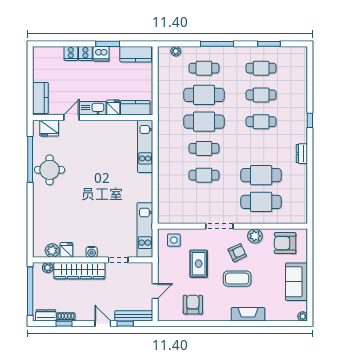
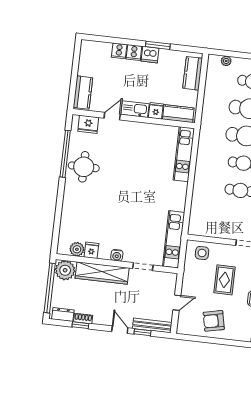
kitchen counter: (136, 54) -> (193, 73), moved, turned 90
plant: (48, 268) -> (65, 270), width x1.87, depth x1.87
armchair: (193, 305) -> (214, 321), turned -102

